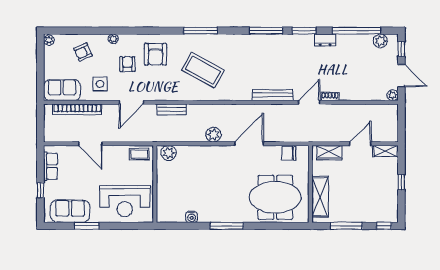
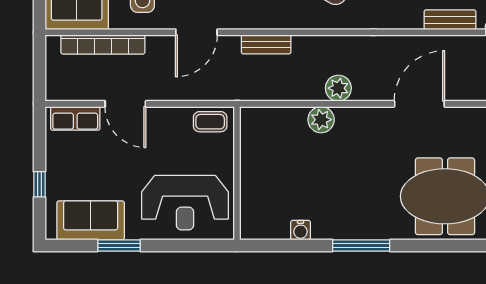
bench: (273, 95) -> (450, 20), width x0.73
door: (249, 144) -> (419, 104), moved
plant: (169, 153) -> (321, 120), moved
chair: (289, 153) -> (468, 120), removed
row of seats: (51, 166) -> (75, 118), moved, turned 90

